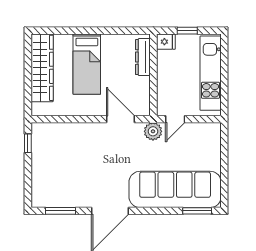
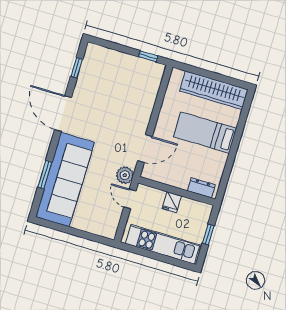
fridge: (166, 42) -> (172, 202), moved
dresser: (143, 57) -> (201, 188), width x0.70
window: (60, 211) -> (77, 68), width x0.67
window: (197, 211) -> (45, 175), moved

